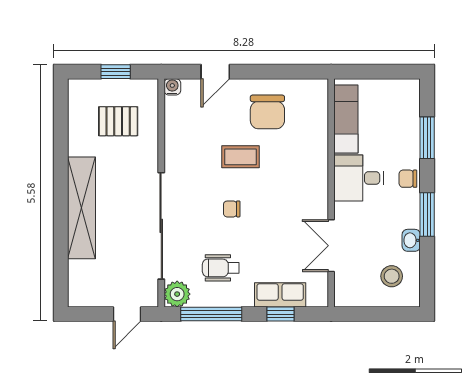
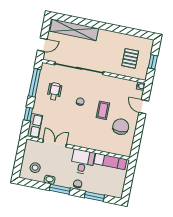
chair: (267, 112) -> (121, 127), turned 90
shelving: (81, 208) -> (74, 30), moved
plant: (177, 294) -> (47, 69), removed
row of seats: (280, 295) -> (35, 126), moved
door: (127, 314) -> (42, 45), swing flipped

